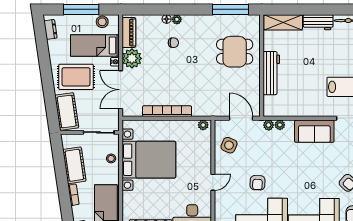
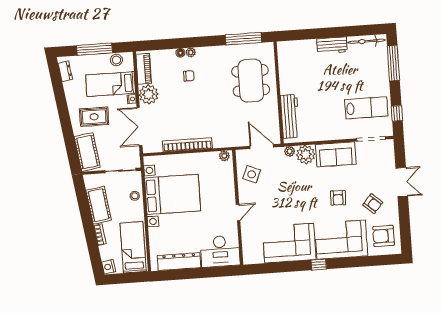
shelving: (283, 22) -> (297, 48), removed
dining table: (235, 52) -> (251, 81), width x1.38
workbench: (271, 73) -> (290, 116), moved
rug: (76, 77) -> (94, 117), width x0.73, depth x0.70
plant: (280, 125) -> (306, 155), width x1.88, depth x1.88
armchair: (258, 183) -> (338, 198), moved

